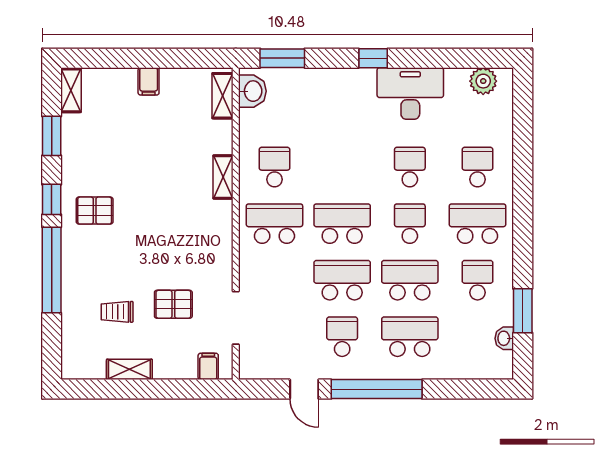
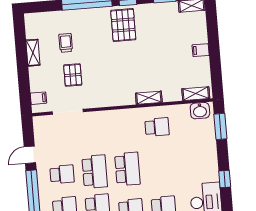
pallet: (95, 211) -> (123, 25), width x1.50, depth x1.42
school desk: (274, 224) -> (124, 130), removed

